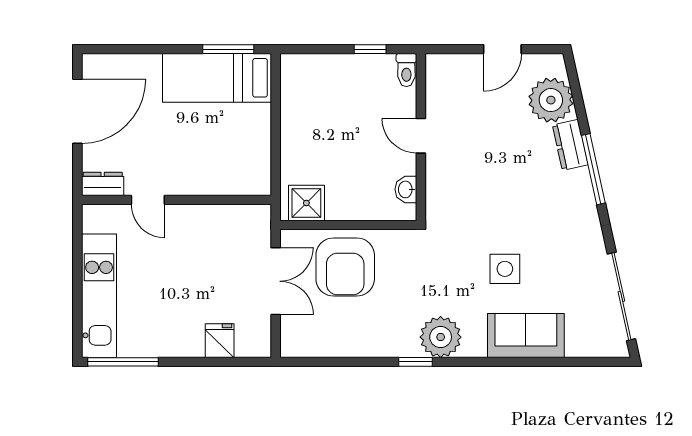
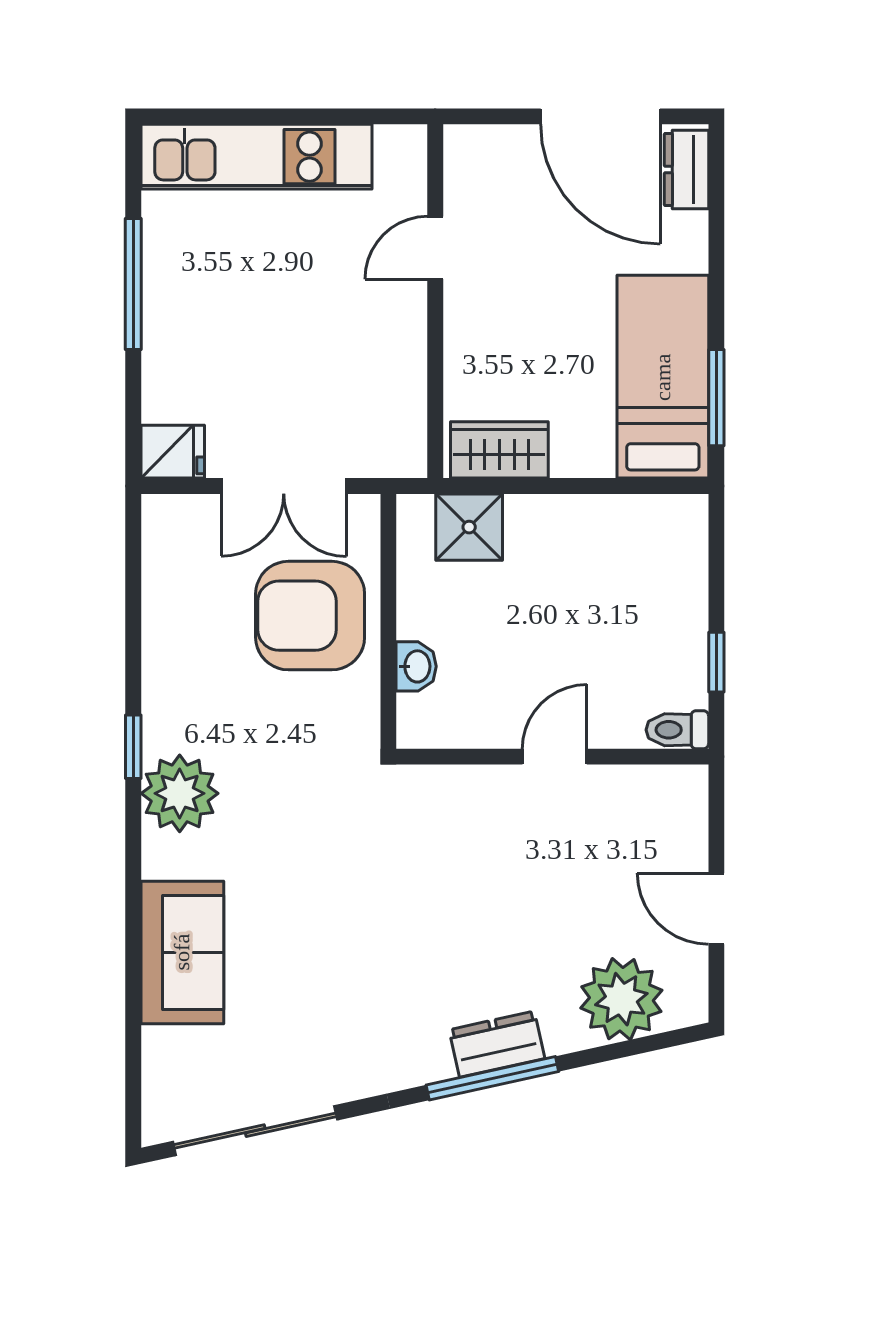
dresser: (570, 145) -> (497, 1044), moved
wardrobe: (256, 165) -> (499, 450), added
dresser: (103, 184) -> (686, 169), moved, turned 180
washbasin: (406, 189) -> (416, 666), moved, turned 90
shower: (306, 203) -> (469, 527), moved
side table: (505, 269) -> (307, 913), removed
fridge: (220, 341) -> (173, 452), moved
window: (123, 362) -> (133, 284), moved

